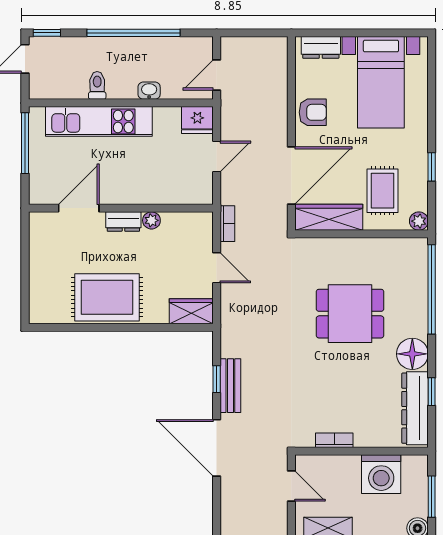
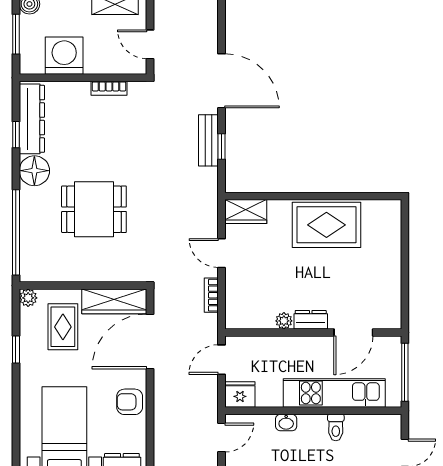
door: (79, 208) -> (353, 332), moved
wall: (121, 208) -> (313, 332), moved
plant: (151, 220) -> (284, 321), moved
dresser: (123, 221) -> (311, 320), moved

